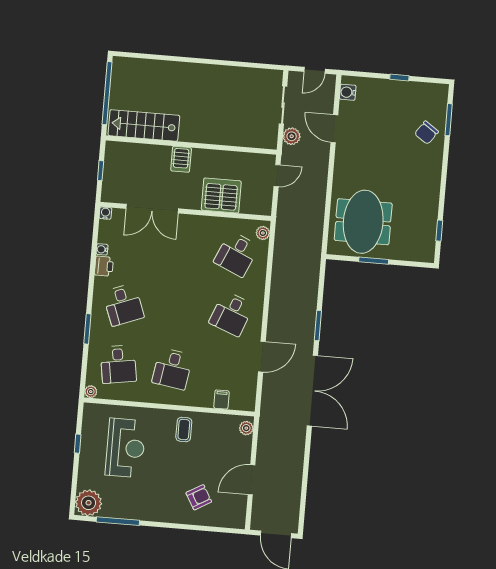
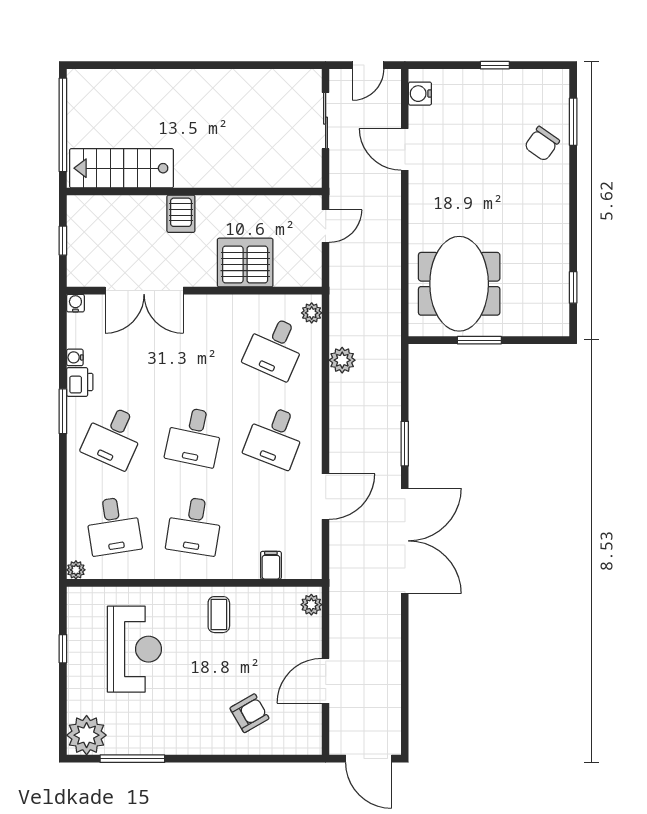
plant: (292, 136) -> (342, 360), moved
desk: (123, 305) -> (113, 437), turned 45
desk: (177, 309) -> (194, 437), added
window: (87, 329) -> (63, 411), moved

